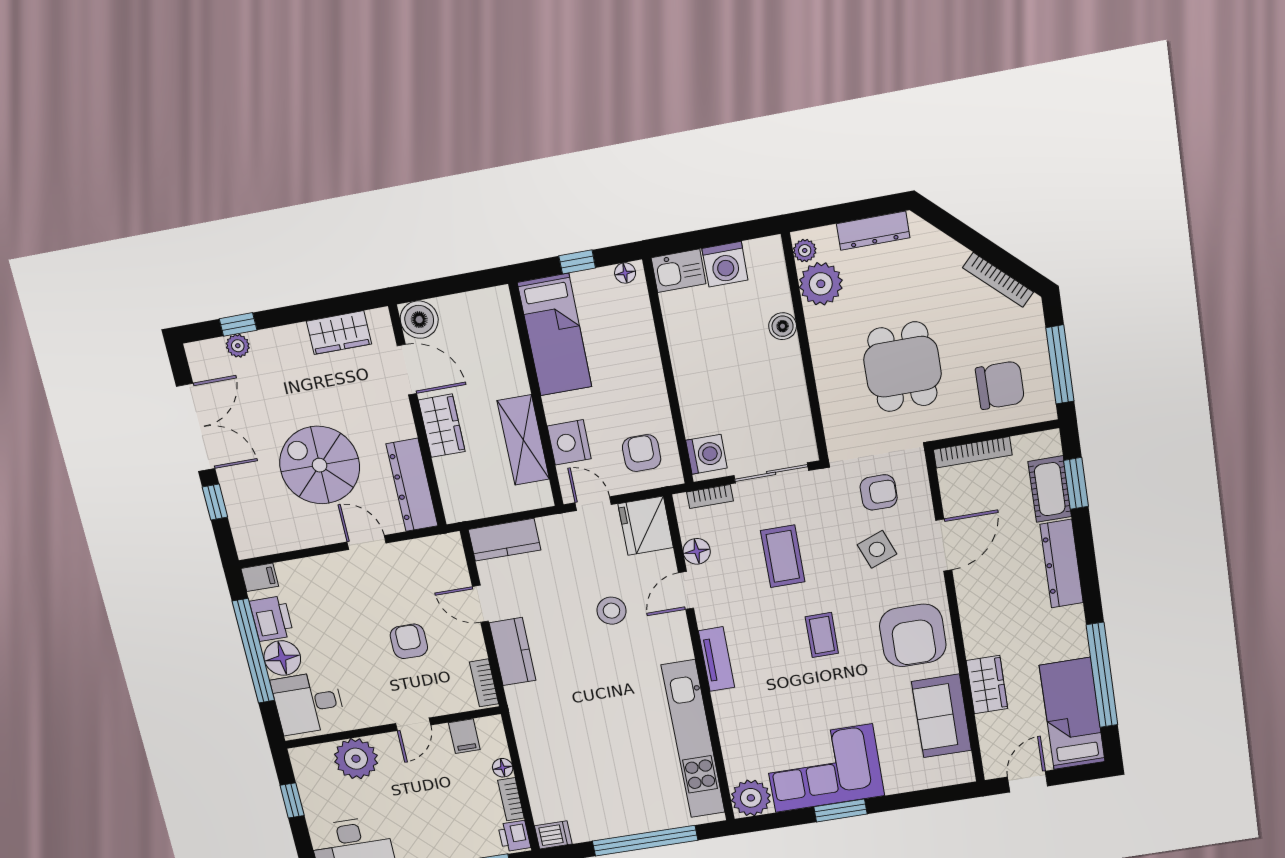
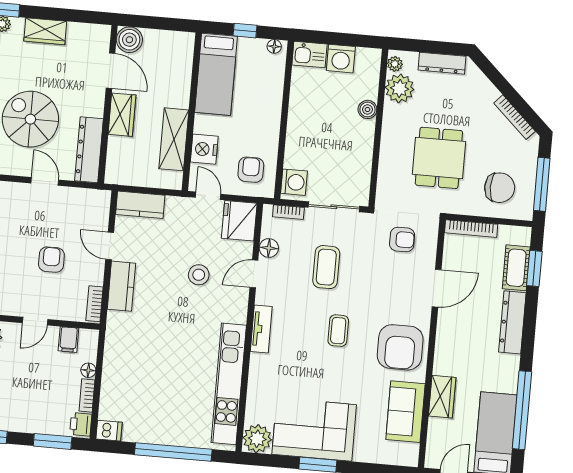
wardrobe: (339, 333) -> (45, 31), moved
side table: (877, 549) -> (391, 279), removed

